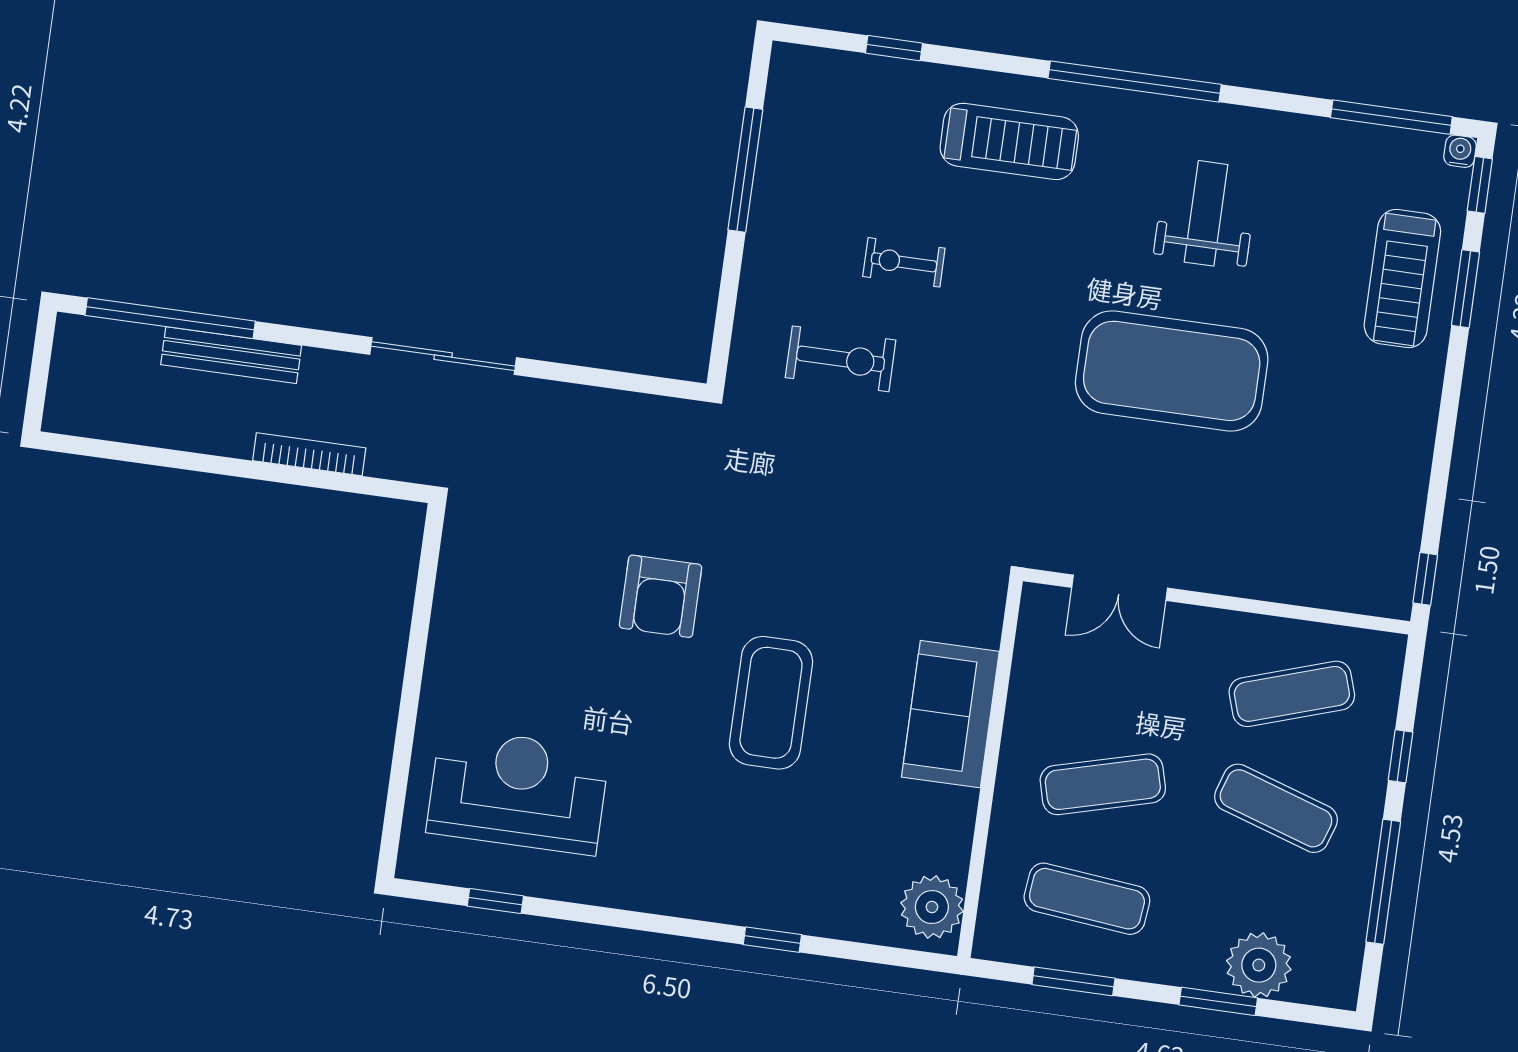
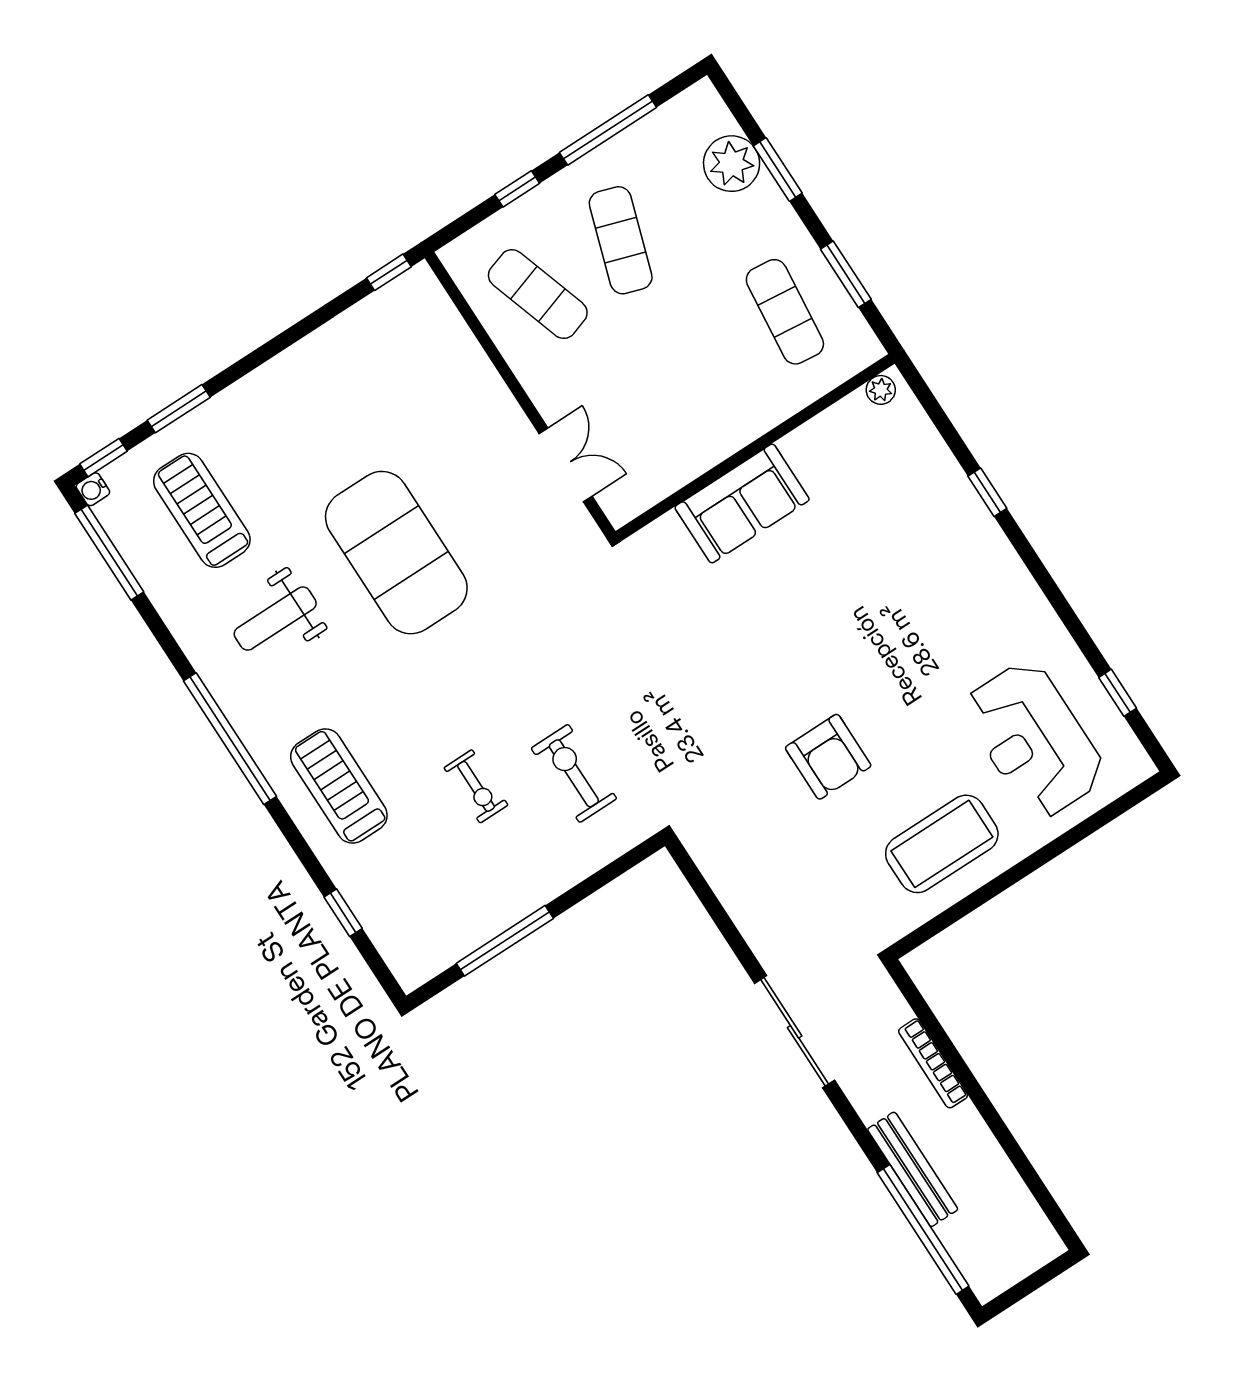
treadmill: (1402, 279) -> (202, 510), moved, turned -90
armchair: (661, 596) -> (828, 757), turned 90
coffee table: (771, 703) -> (942, 844), moved
exercise mat: (1103, 784) -> (702, 366), removed
plant: (932, 907) -> (881, 390), width x0.53, depth x0.53

